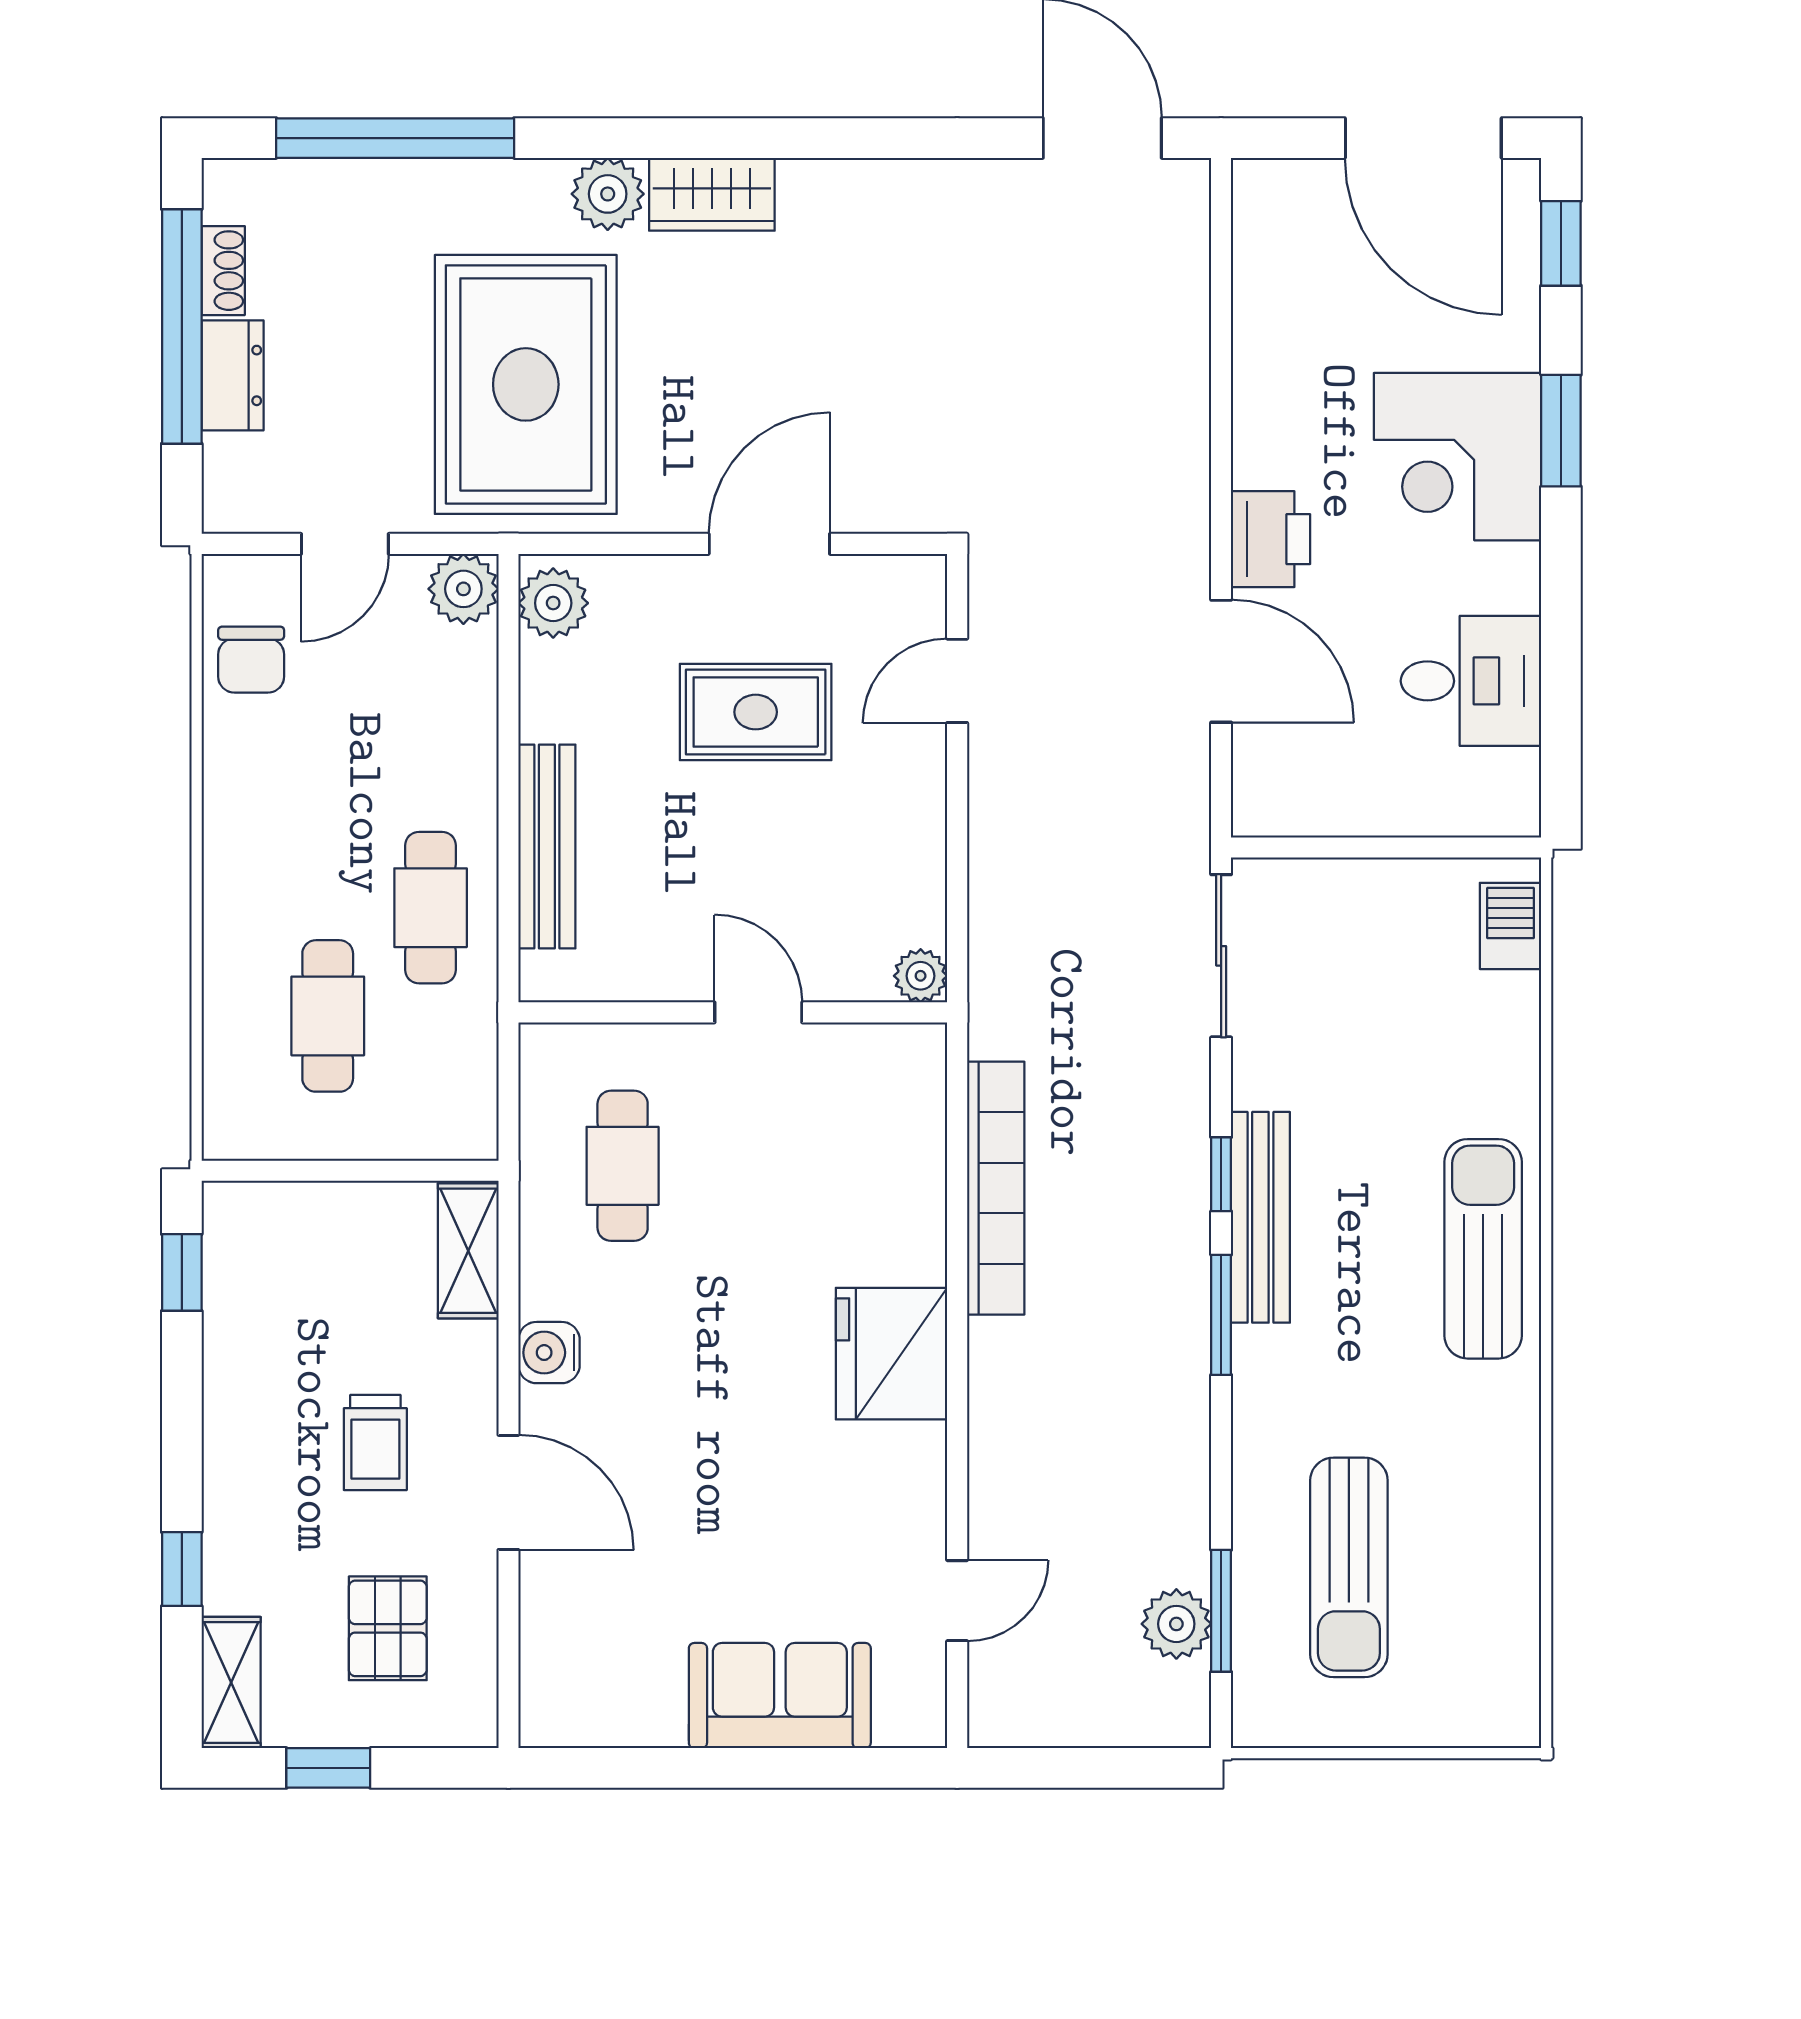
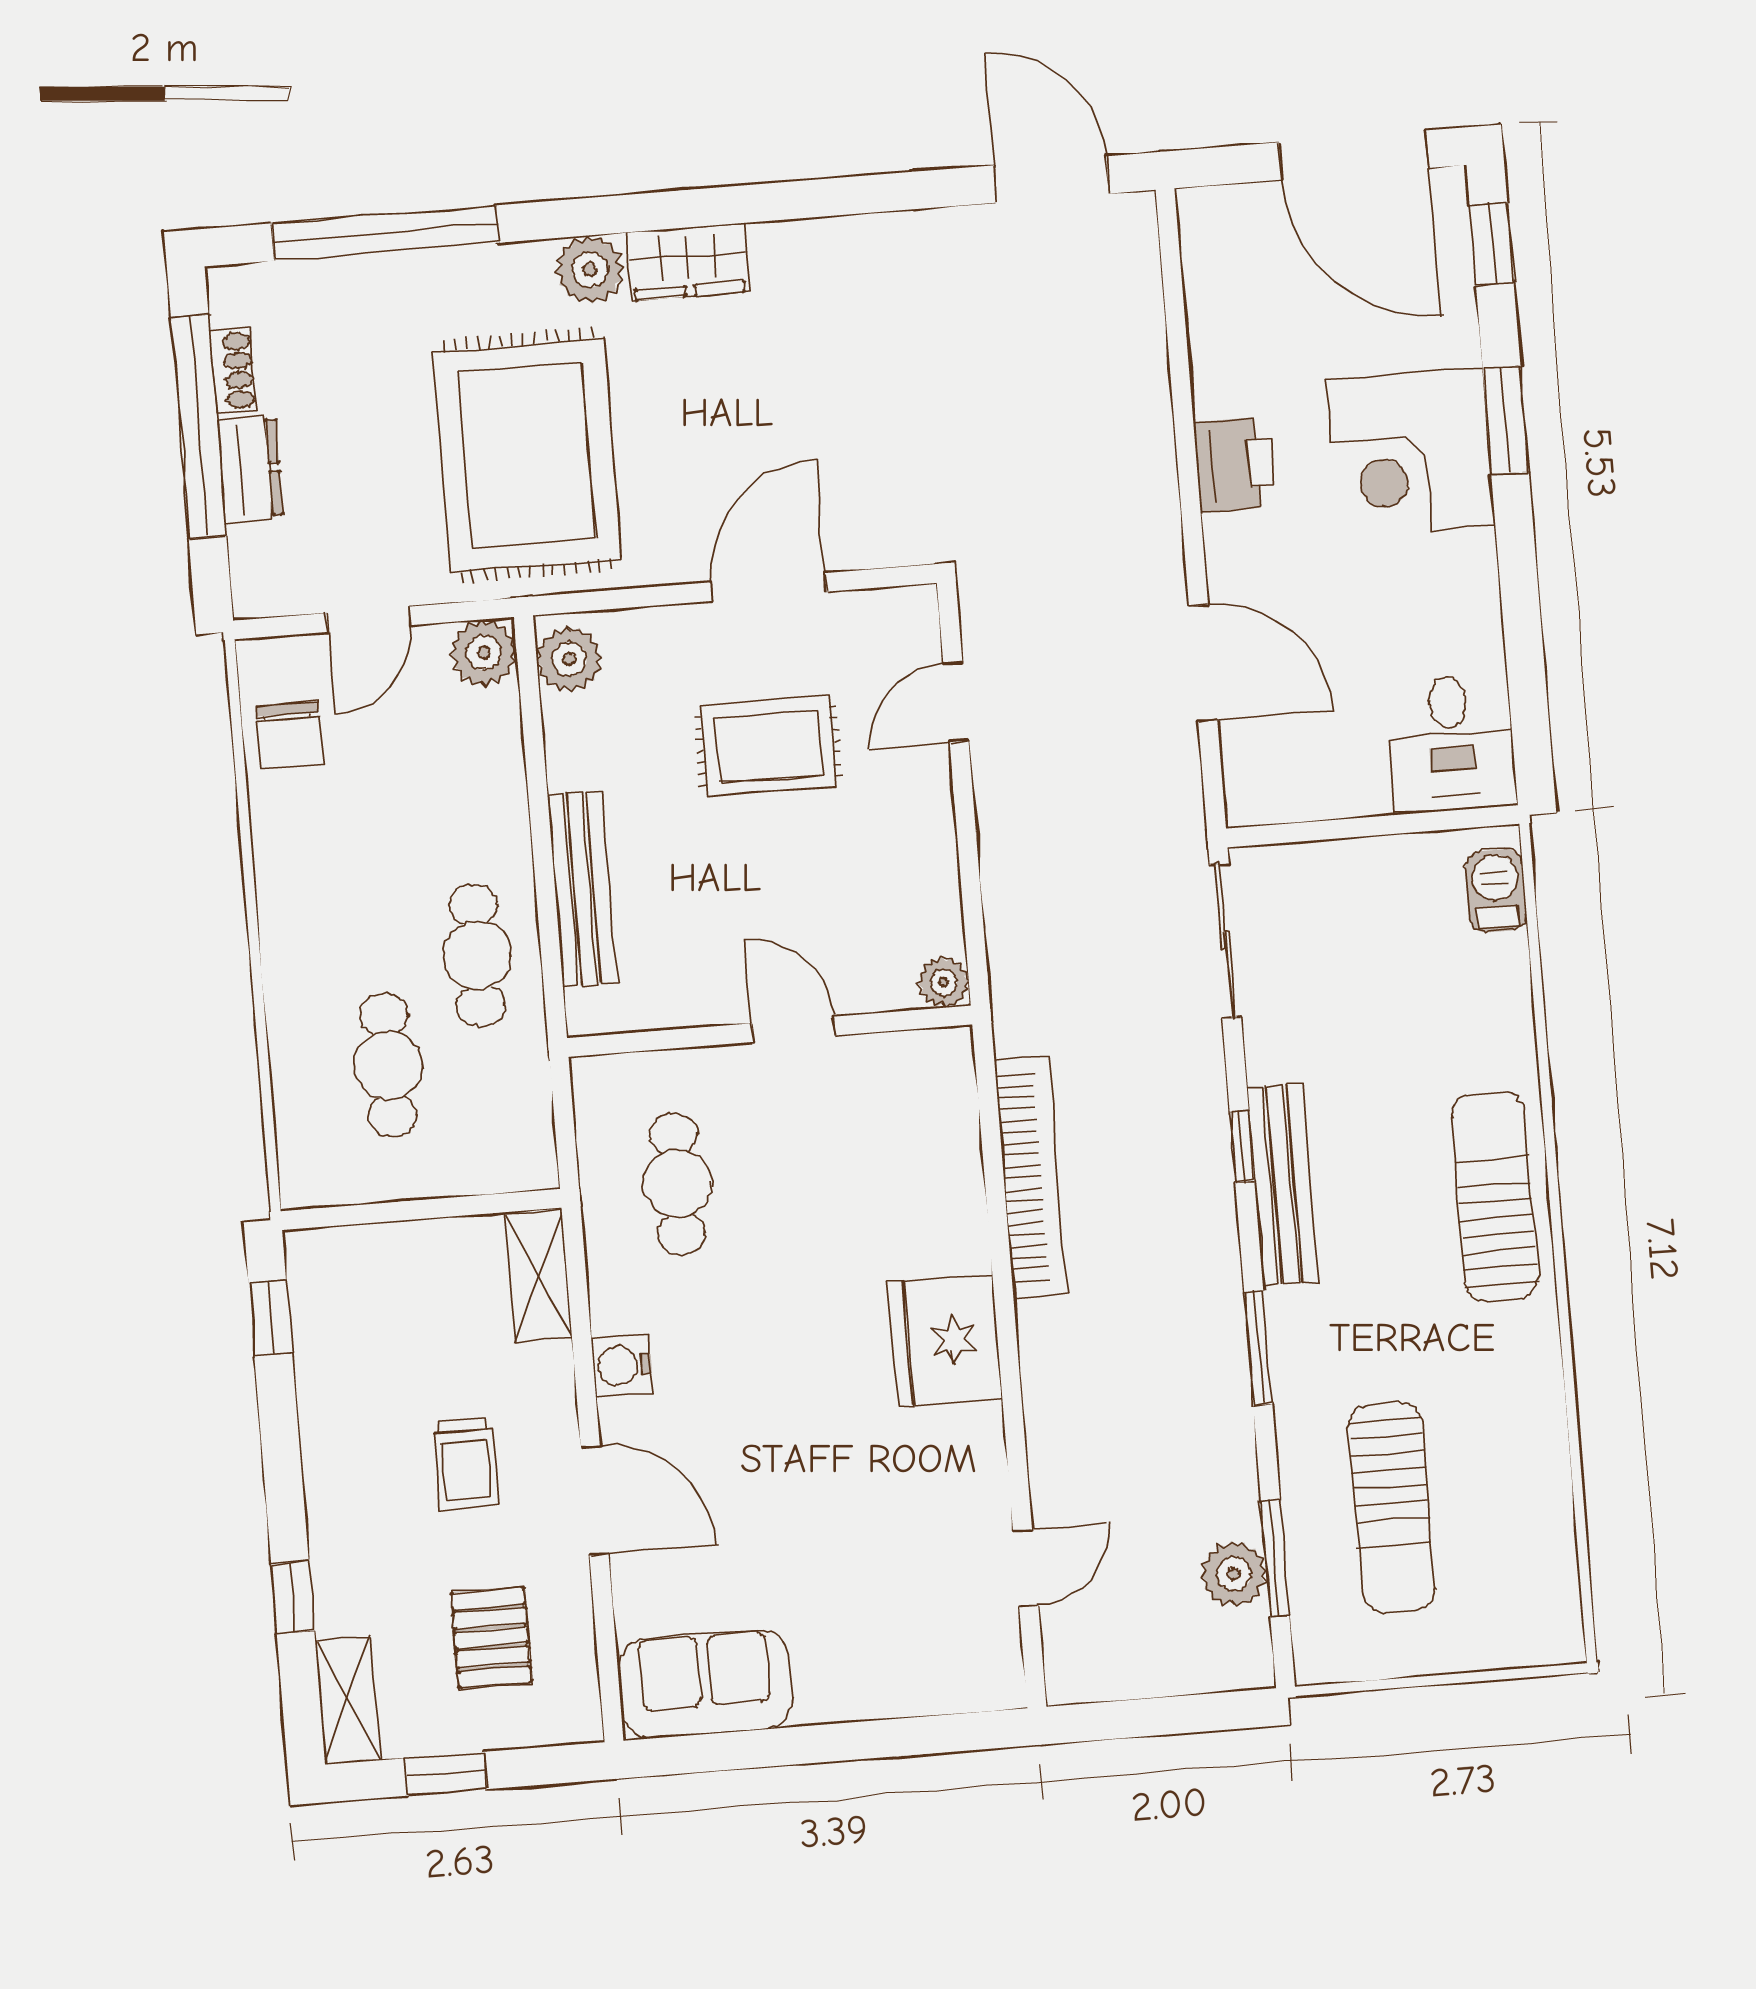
printer: (1271, 539) -> (1234, 464), moved
desk: (1471, 681) -> (1451, 744), moved, turned 90
window: (1221, 1315) -> (1258, 1348), moved
sofa: (780, 1696) -> (705, 1684), moved

